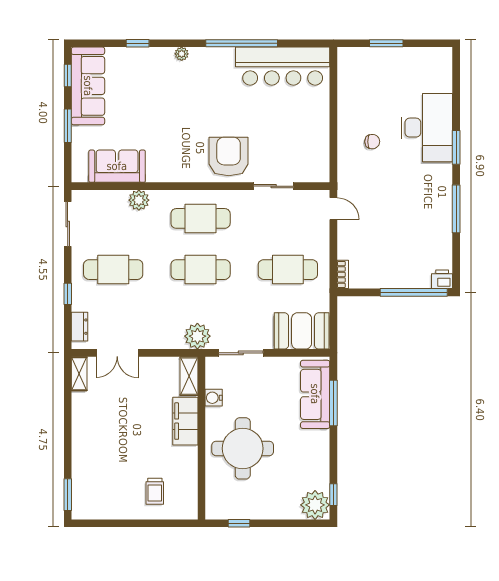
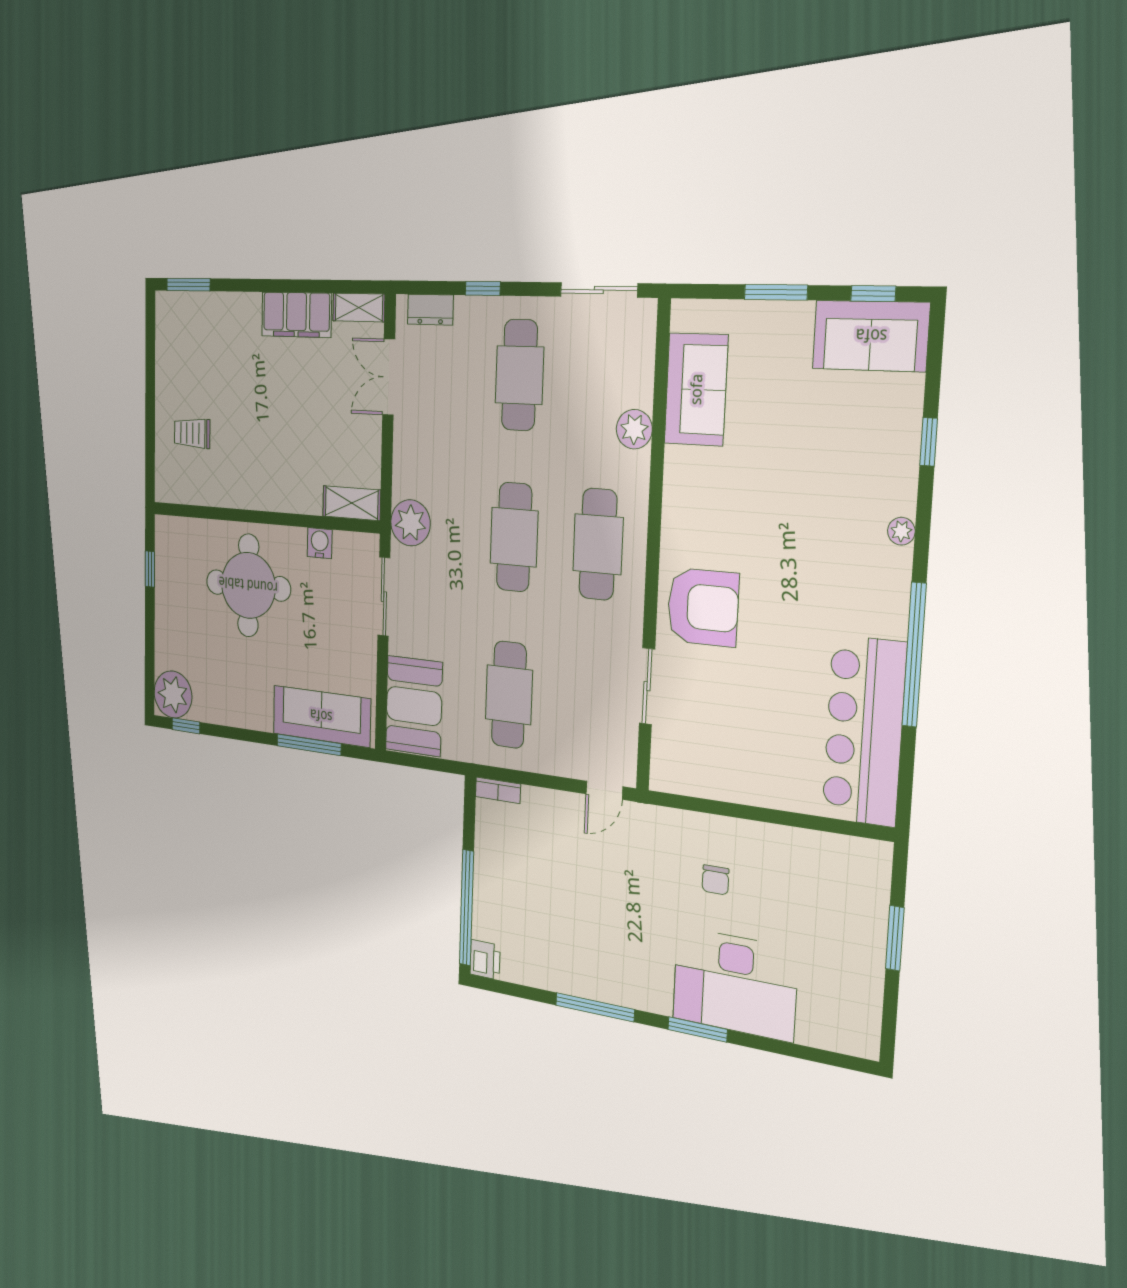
sofa: (88, 86) -> (871, 336), width x0.73
filing cabinet: (185, 421) -> (296, 315), moved, turned 180

